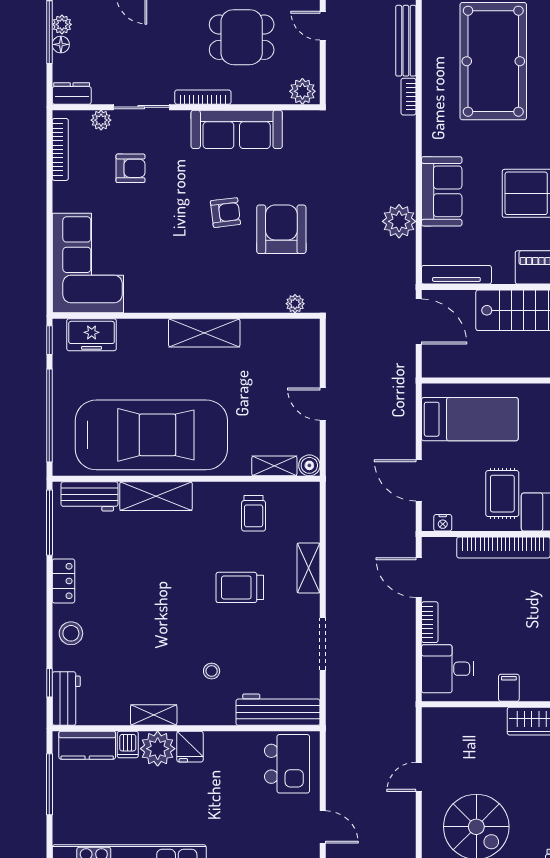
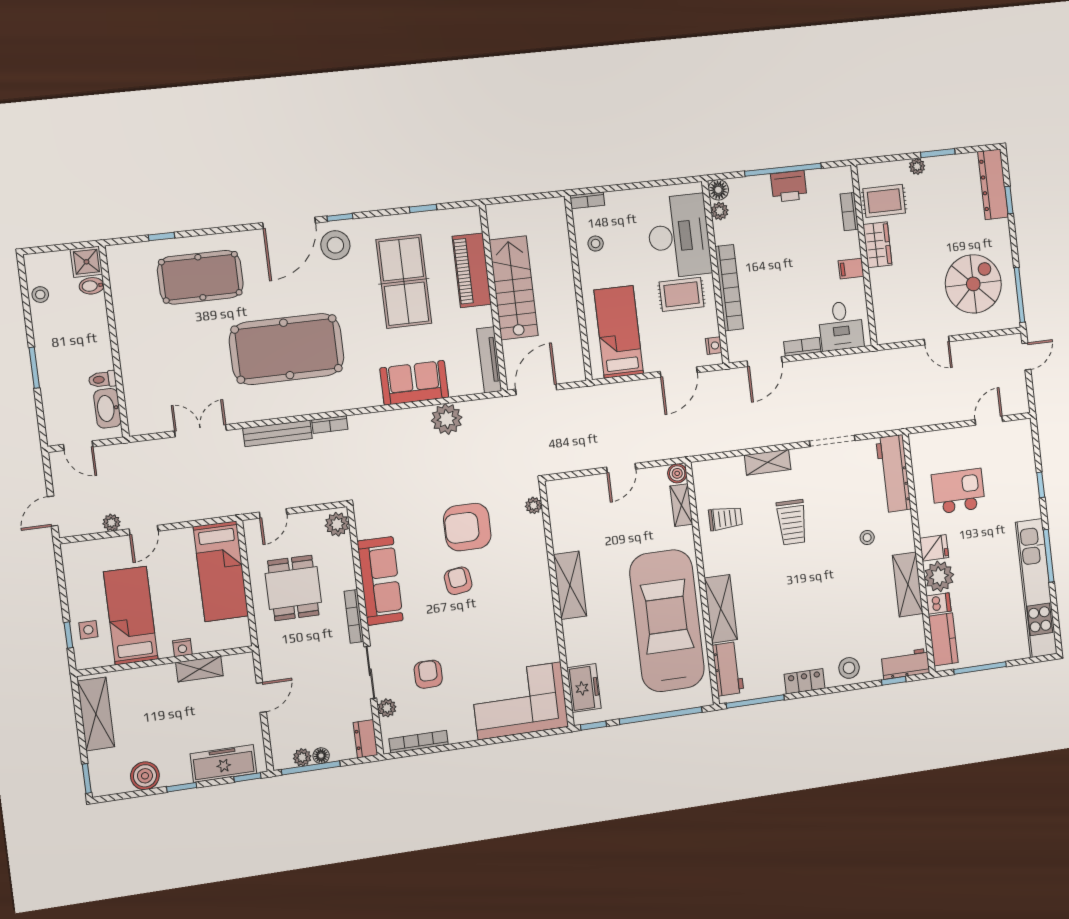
shelving: (154, 715) -> (908, 584), width x1.50, depth x1.33
kitchen island: (287, 764) -> (958, 491), moved

